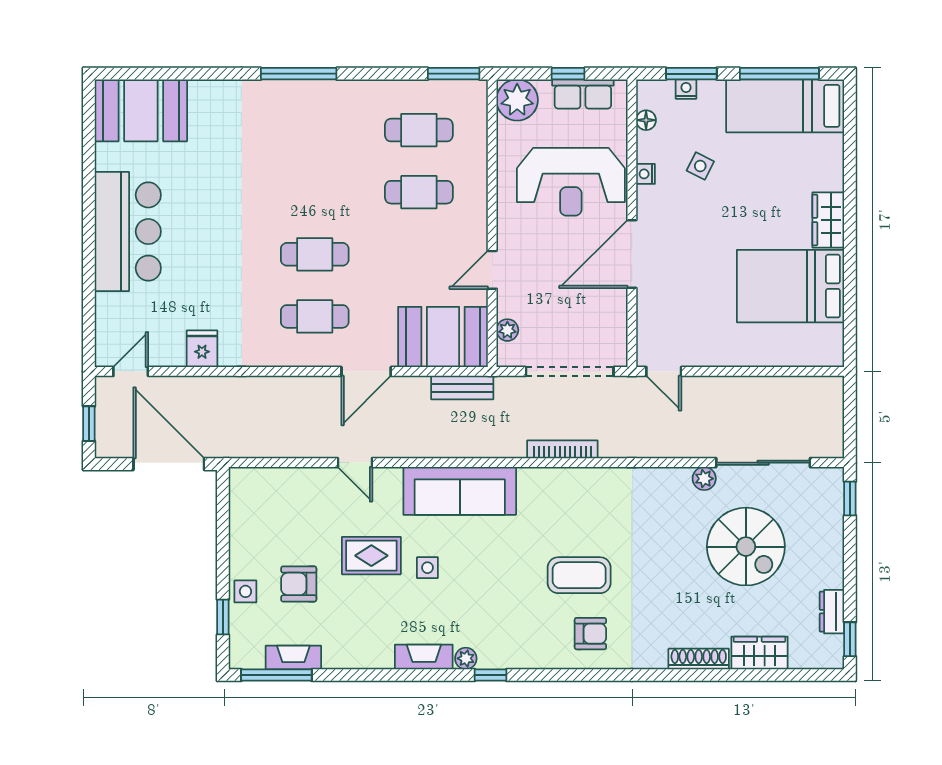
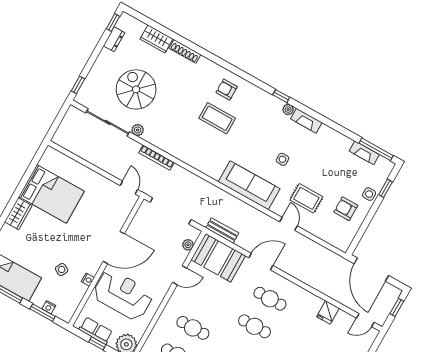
floor lamp: (646, 120) -> (74, 303), removed
bookcase: (562, 449) -> (156, 158), moved
rug: (371, 556) -> (306, 198), moved
armchair: (299, 584) -> (346, 209), moved, turned 180

